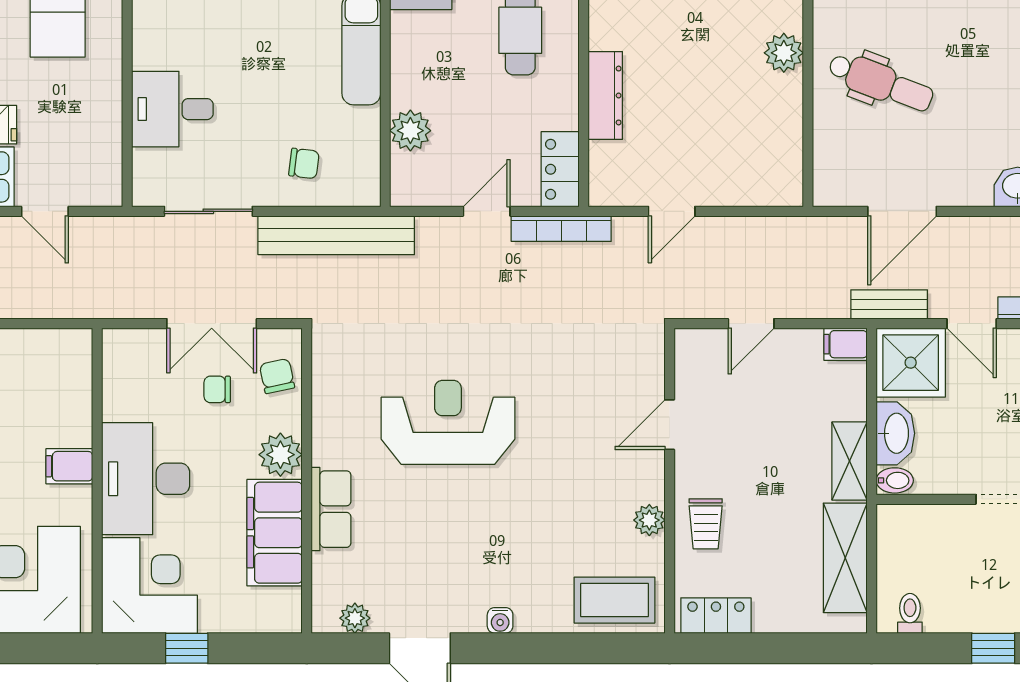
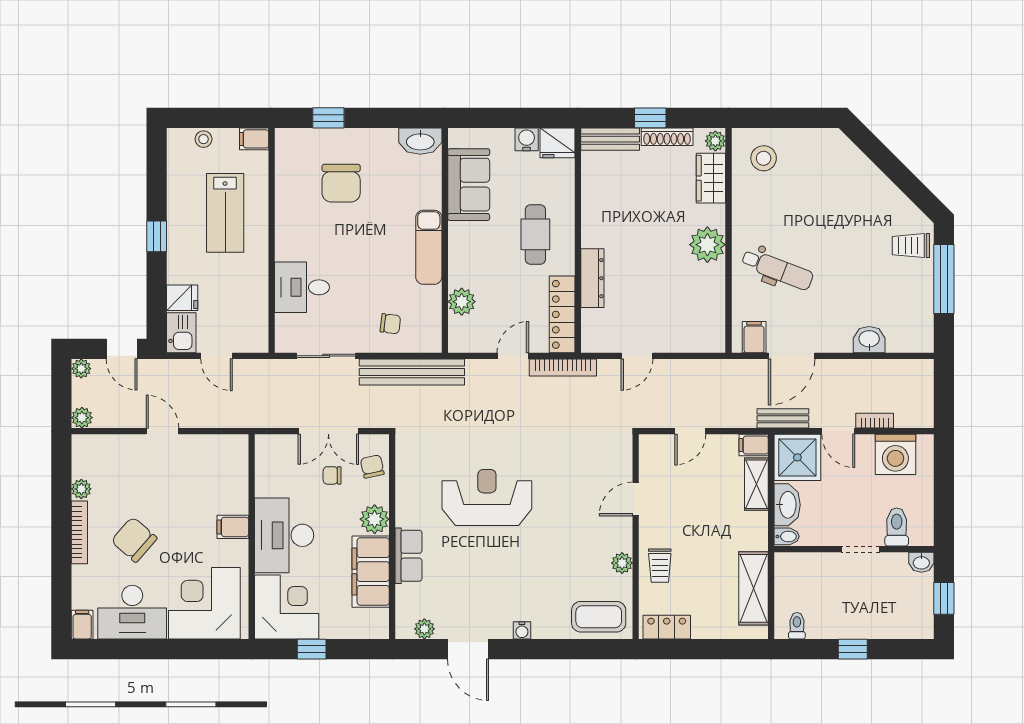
plant: (784, 53) -> (707, 245), width x1.36, depth x1.36
locker: (560, 169) -> (562, 314), width x1.53
filing cabinet: (846, 183) -> (754, 337), added
shelving: (849, 461) -> (756, 484), moved

